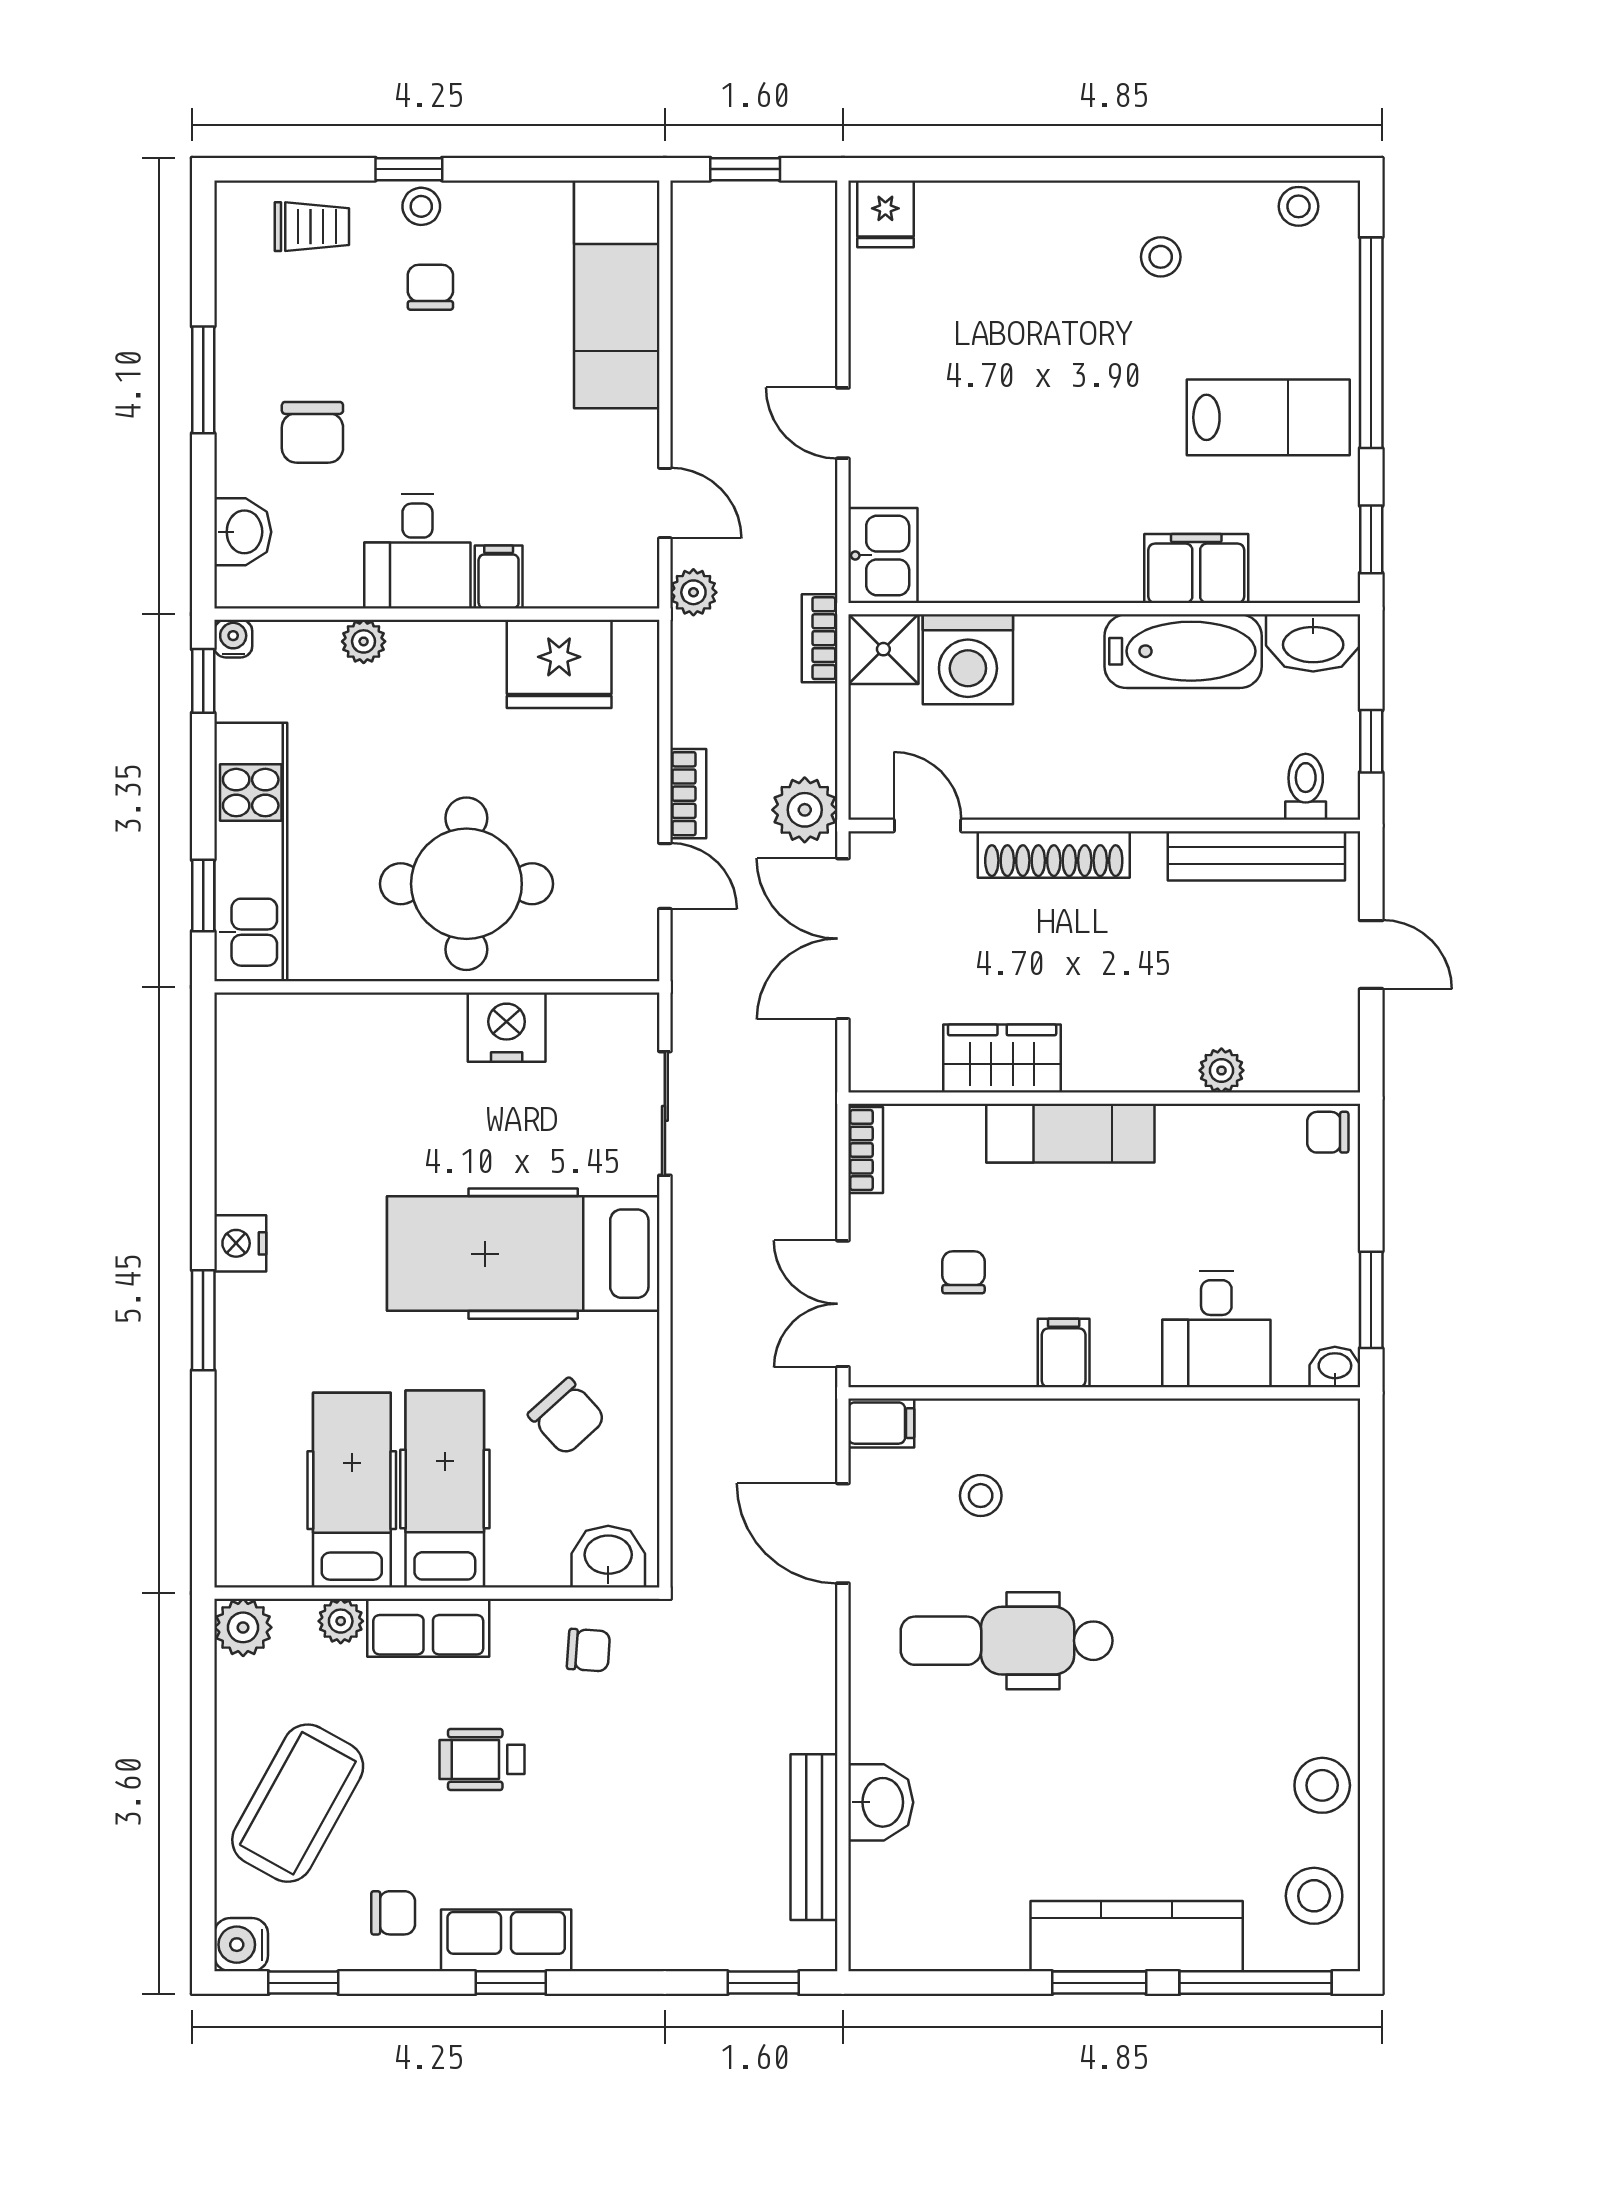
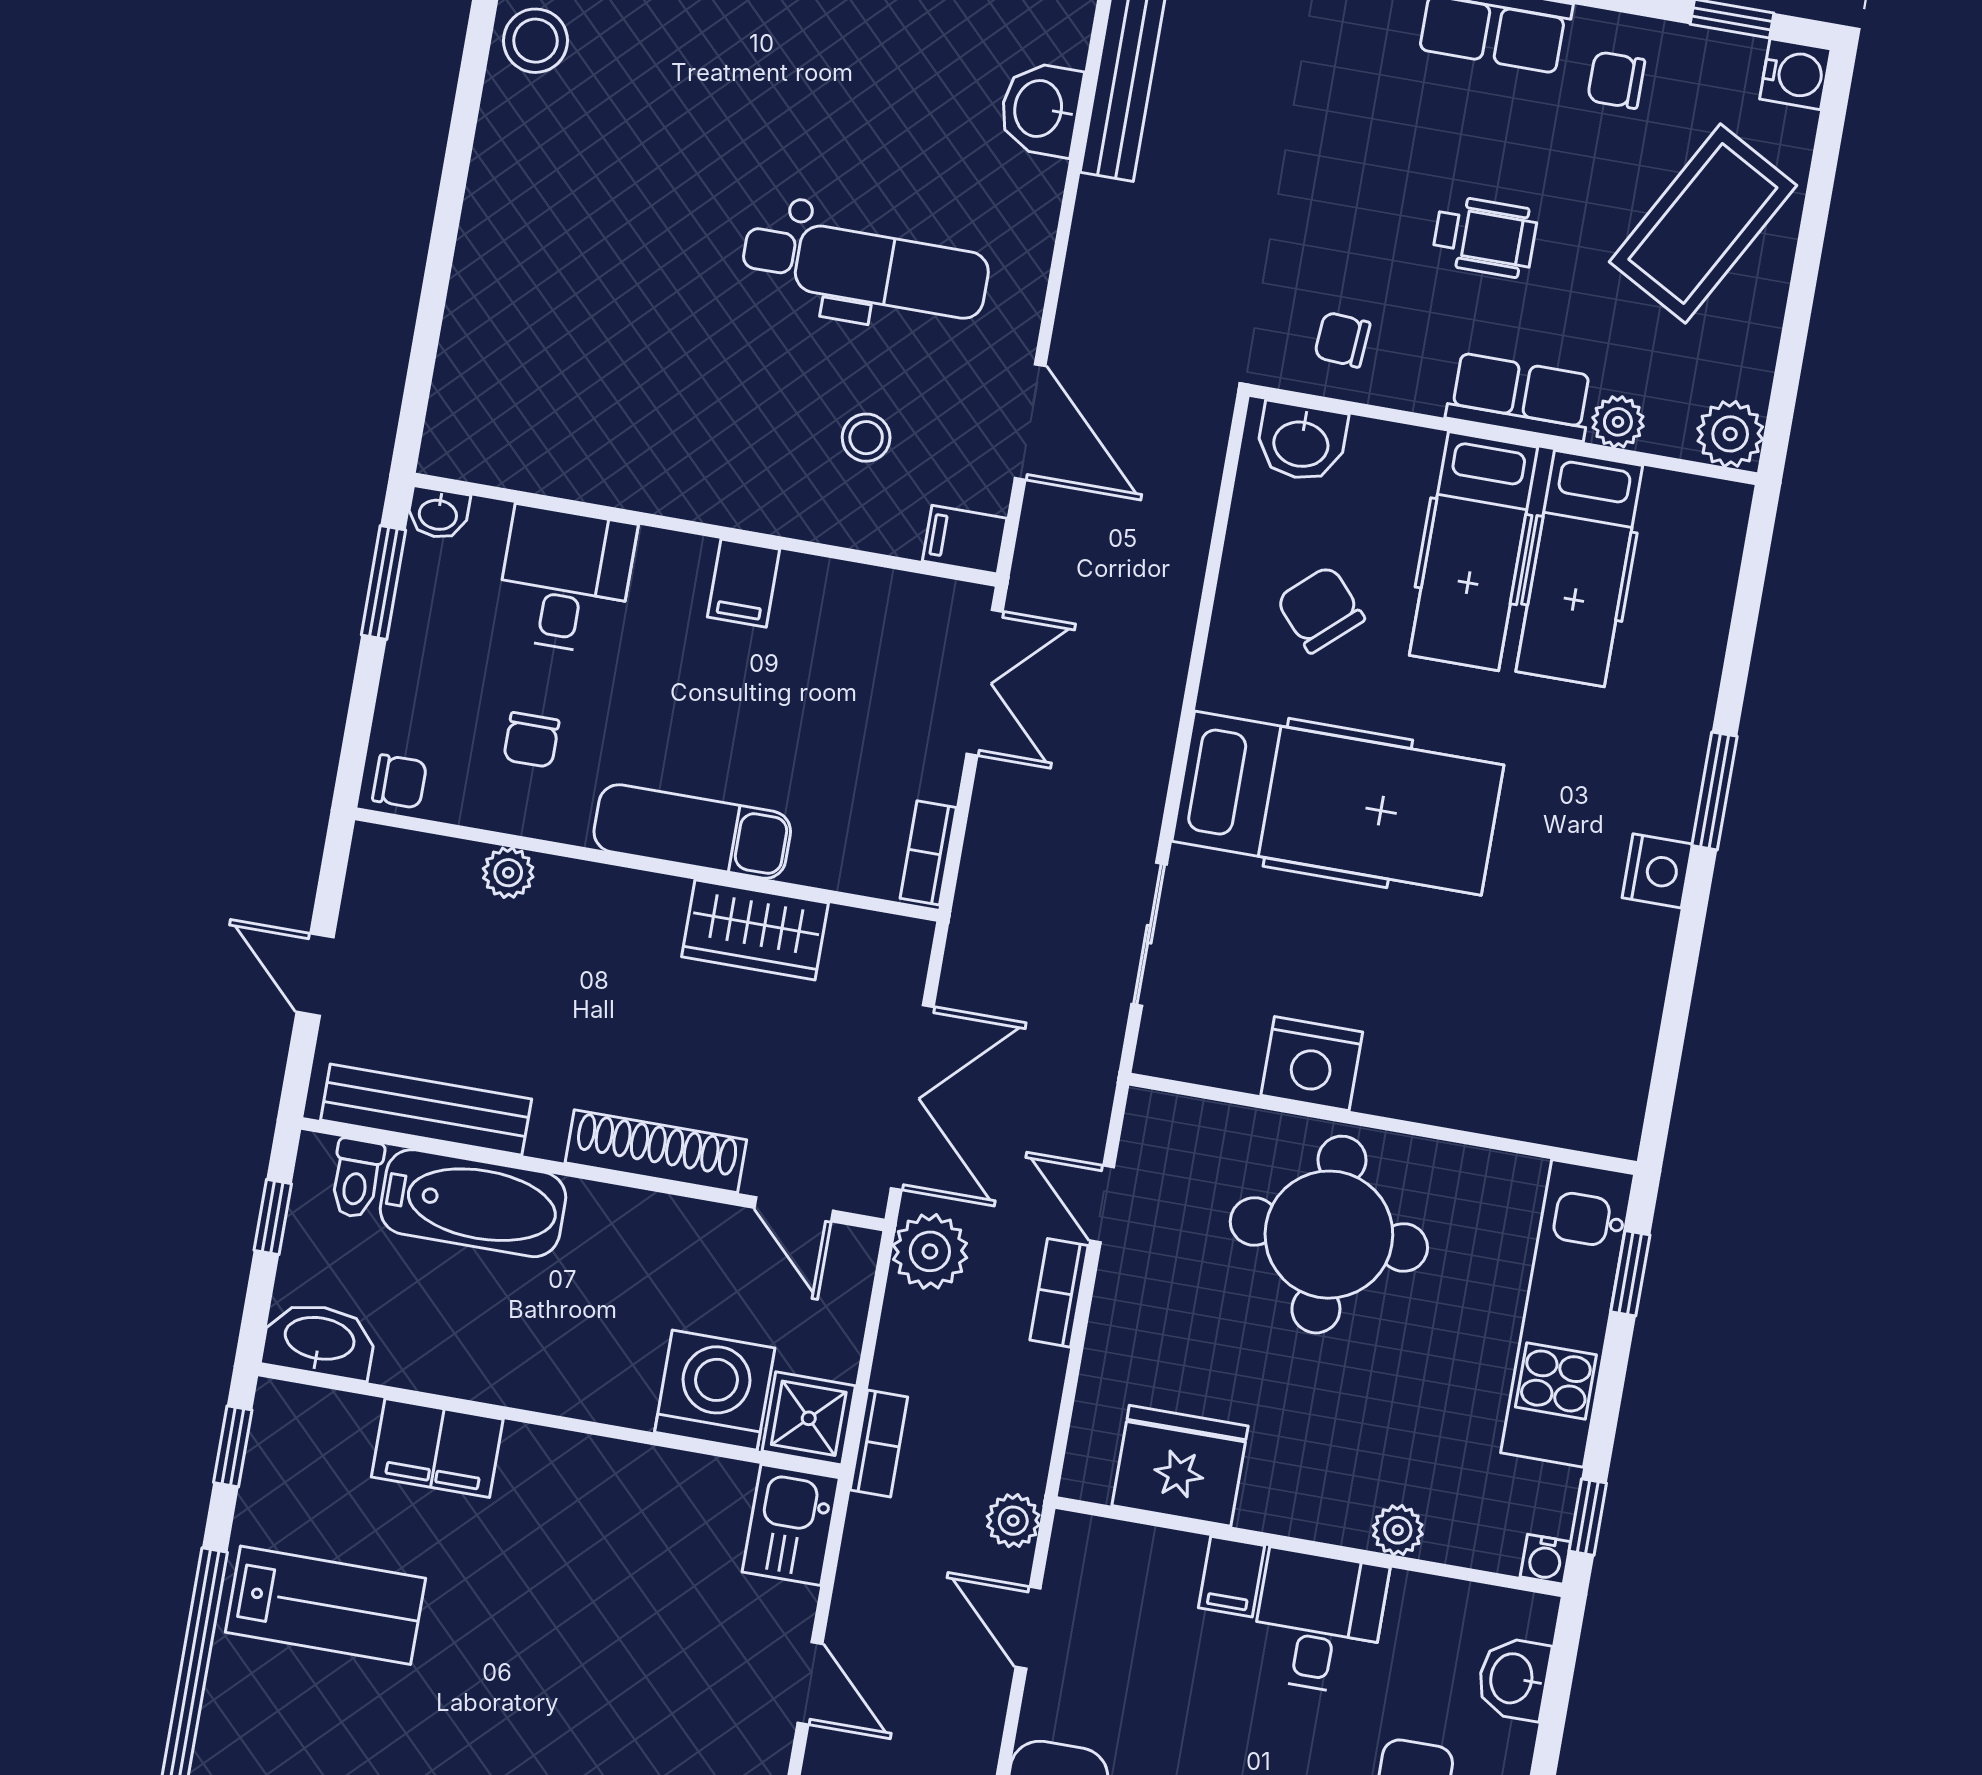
lab bench: (1268, 417) -> (325, 1605), turned 180
bathtub: (1183, 651) -> (473, 1203), moved, turned 180
chair: (963, 1272) -> (531, 740), moved

